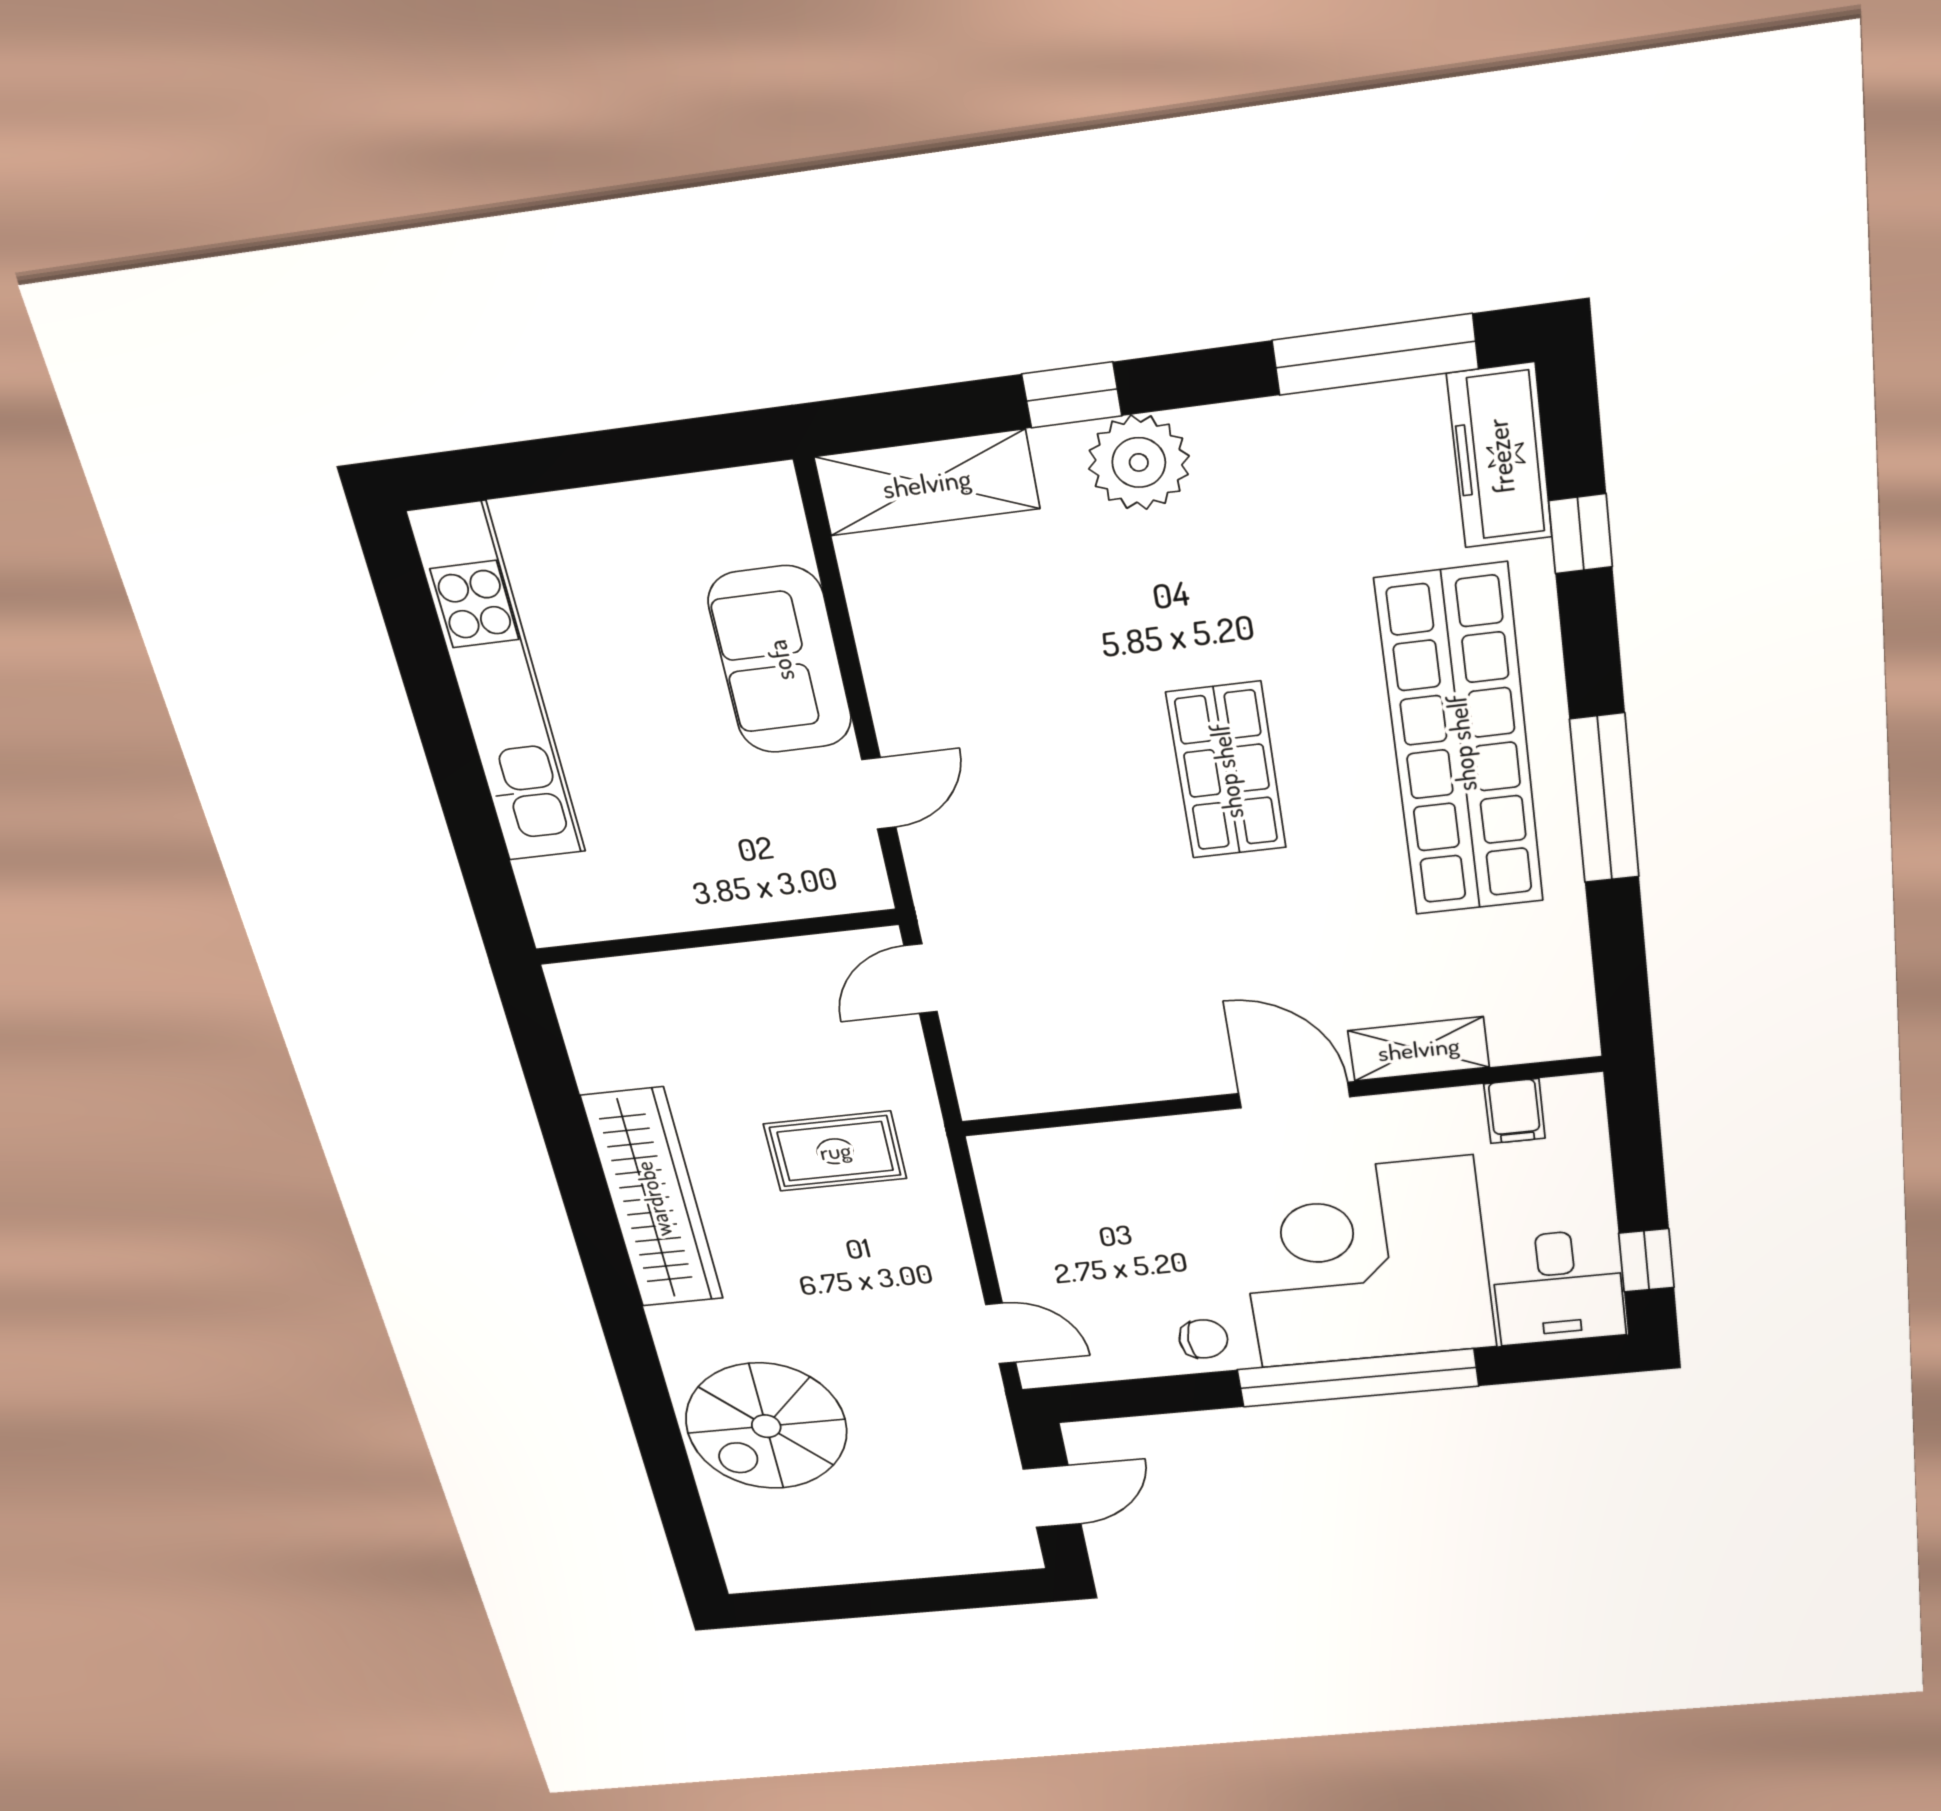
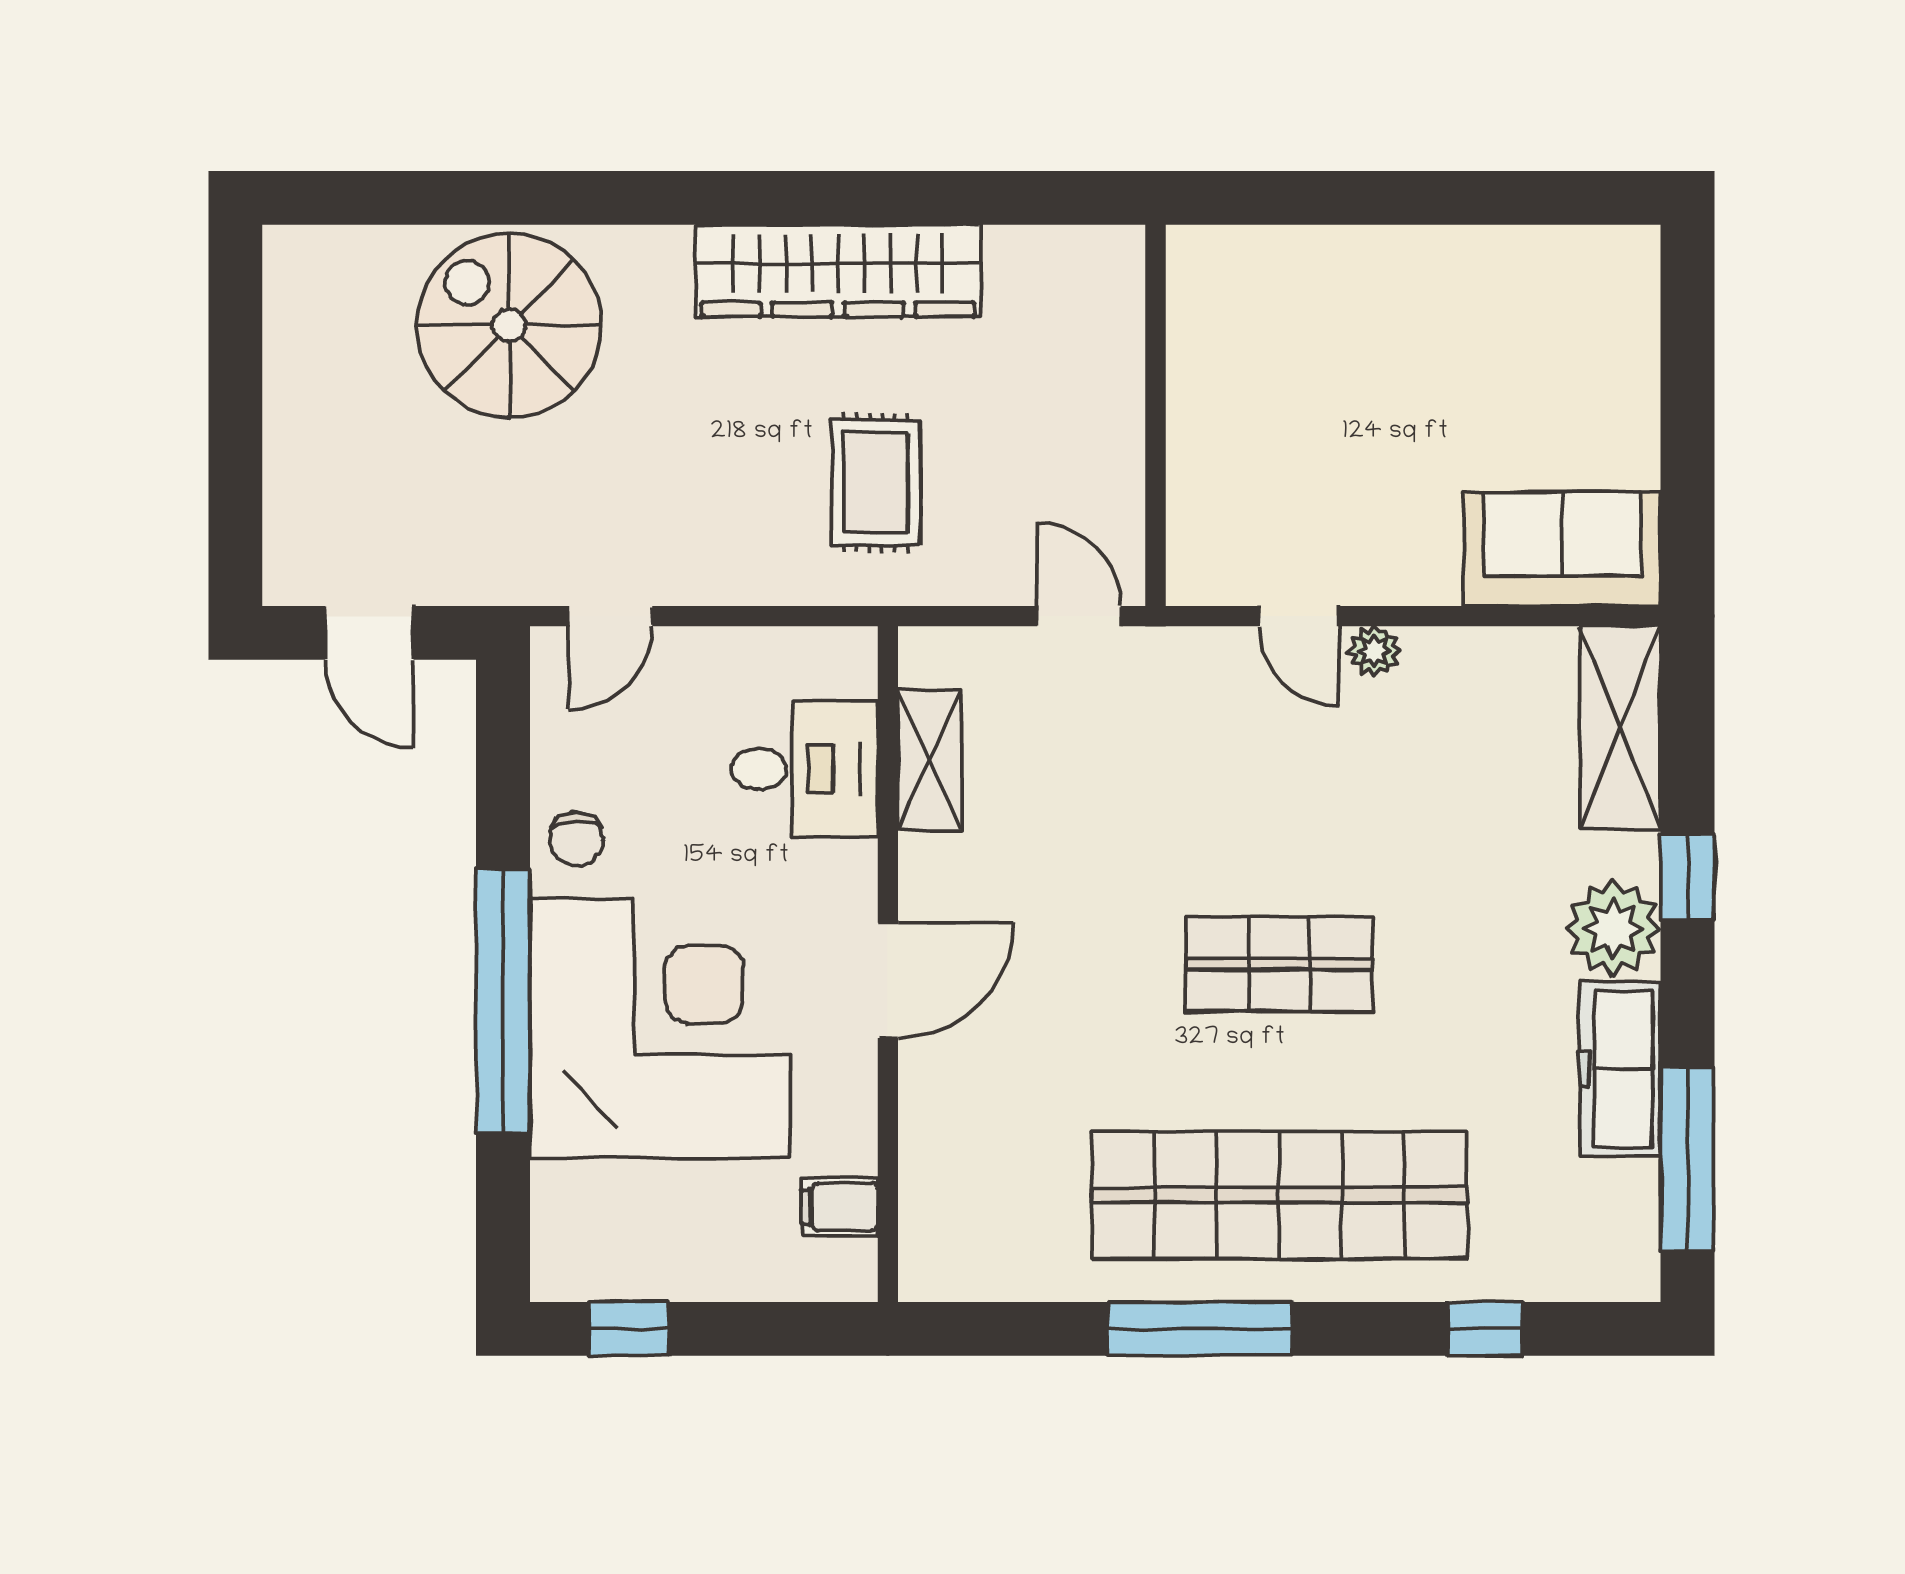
freezer: (1500, 456) -> (1620, 1069), moved, turned -90
sofa: (780, 660) -> (1562, 549), moved
kitchen unit: (498, 686) -> (1467, 265), removed
plant: (899, 723) -> (1374, 651), added
shelving: (1419, 1049) -> (929, 760), moved
desk: (1558, 1287) -> (804, 769), moved, turned 180

